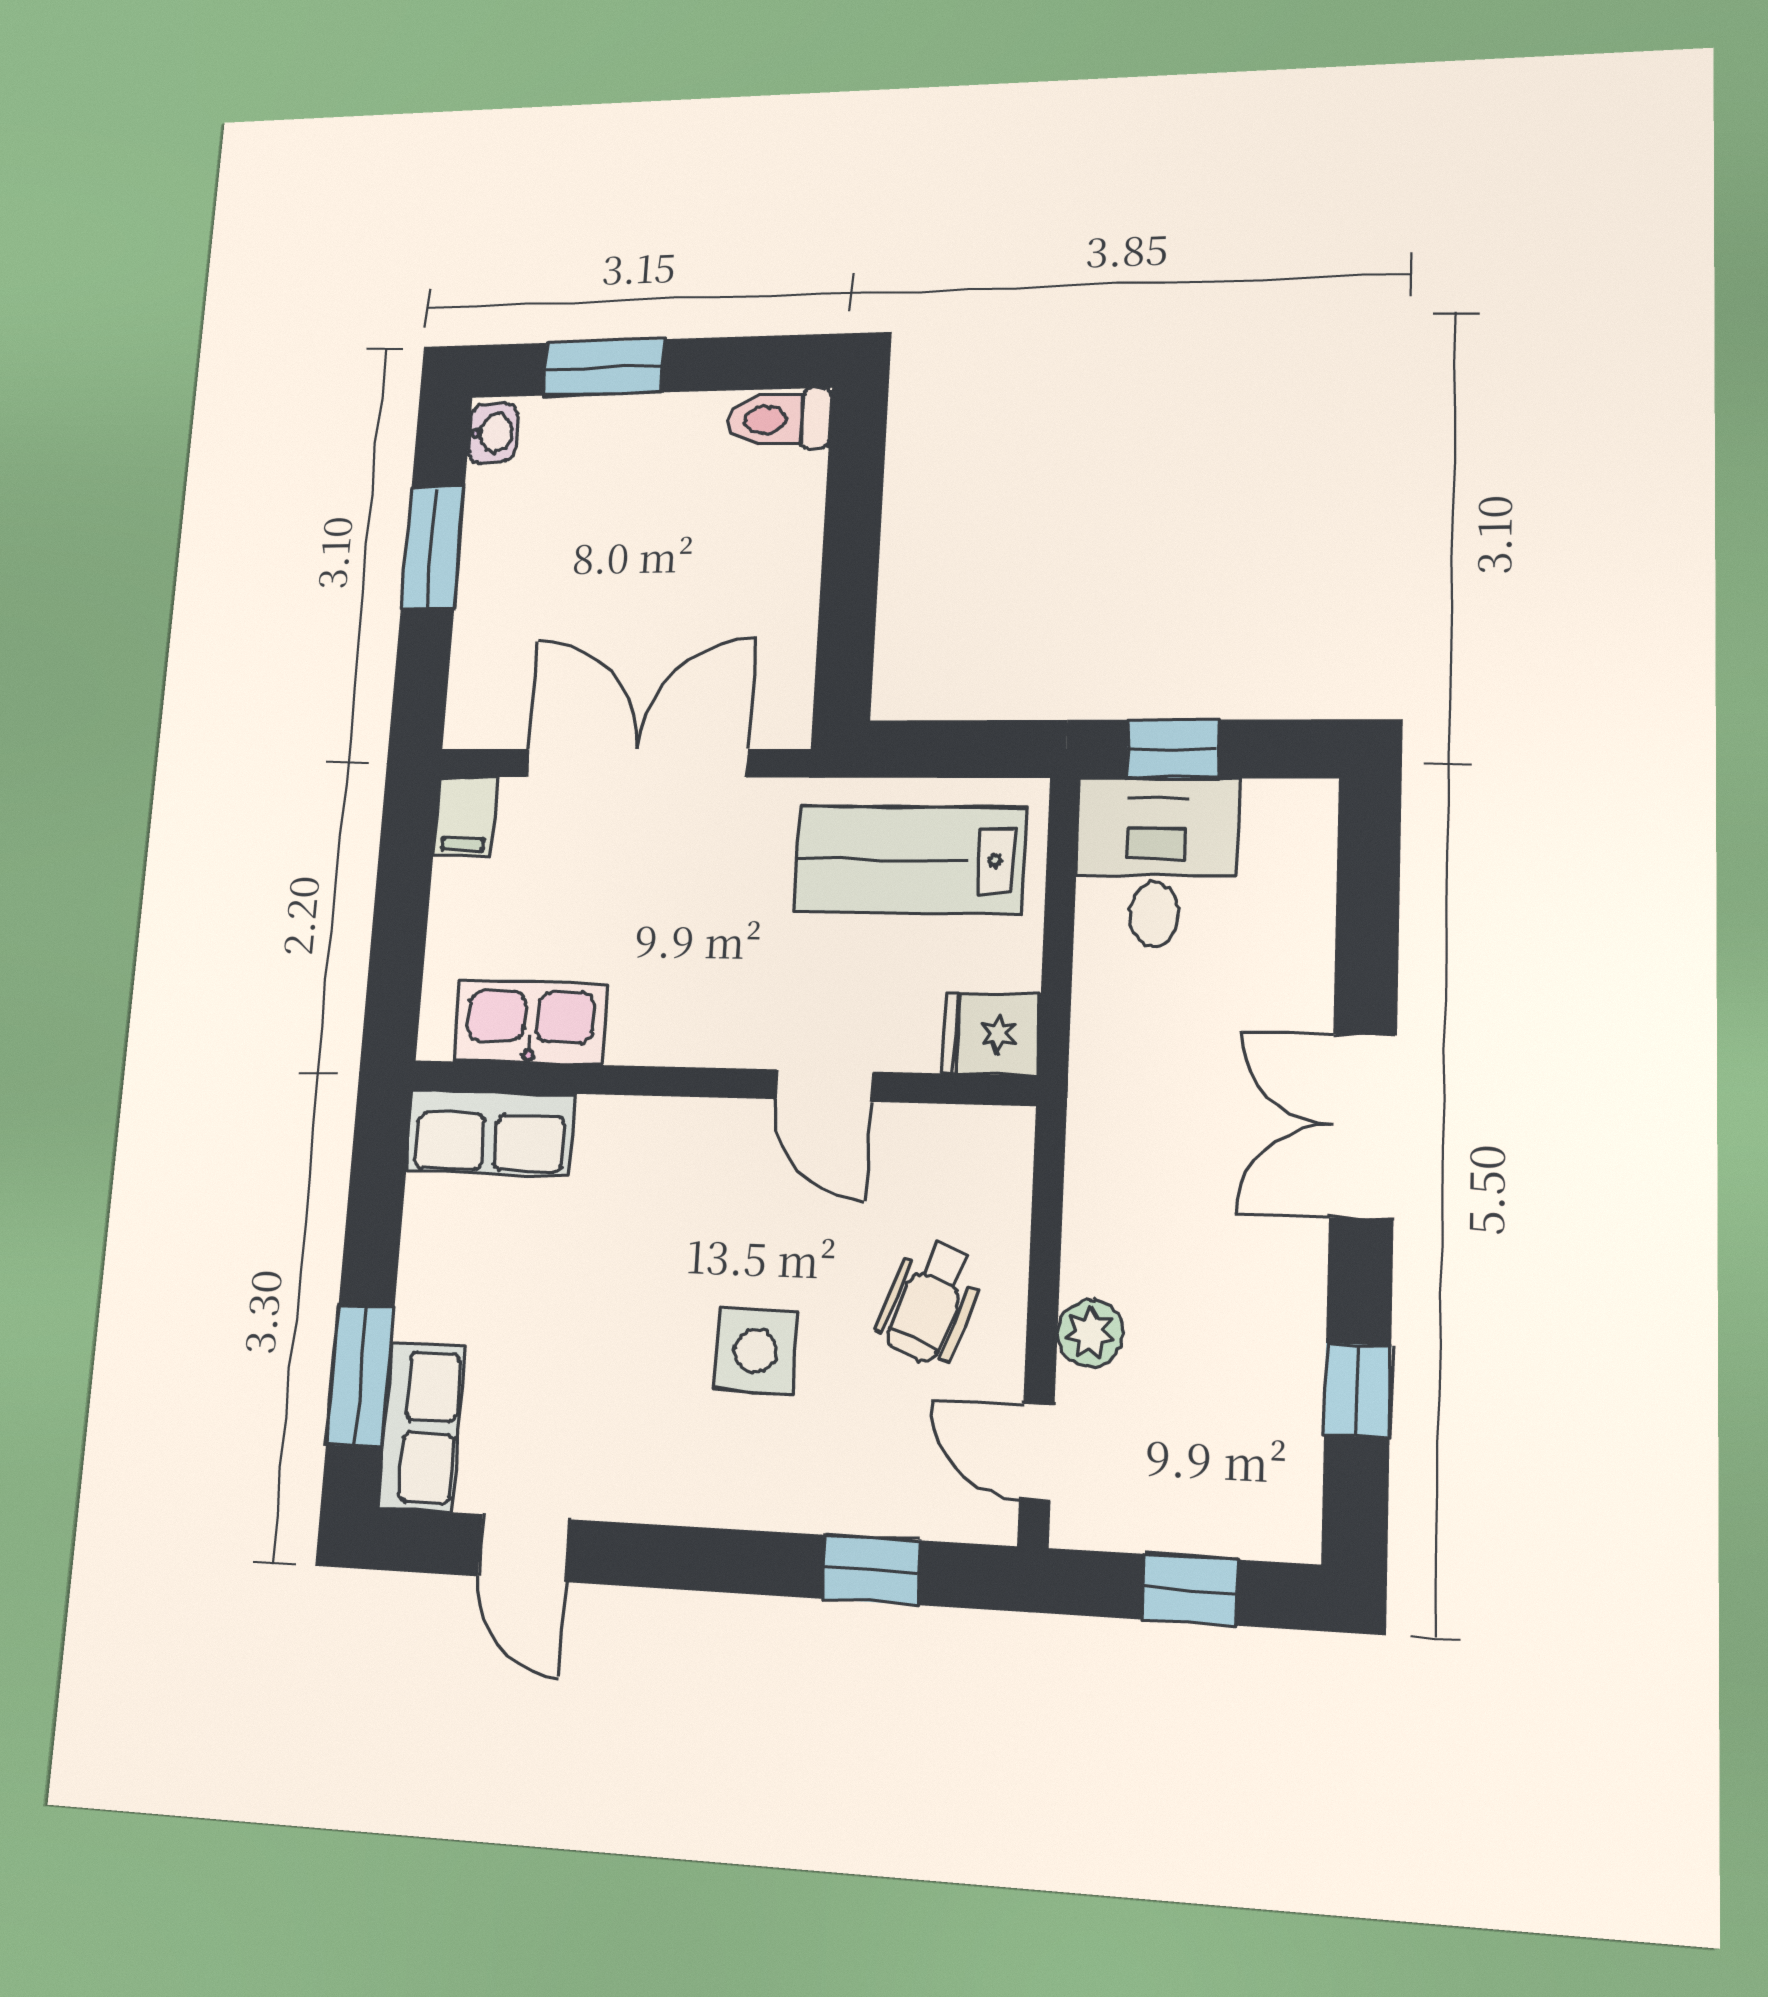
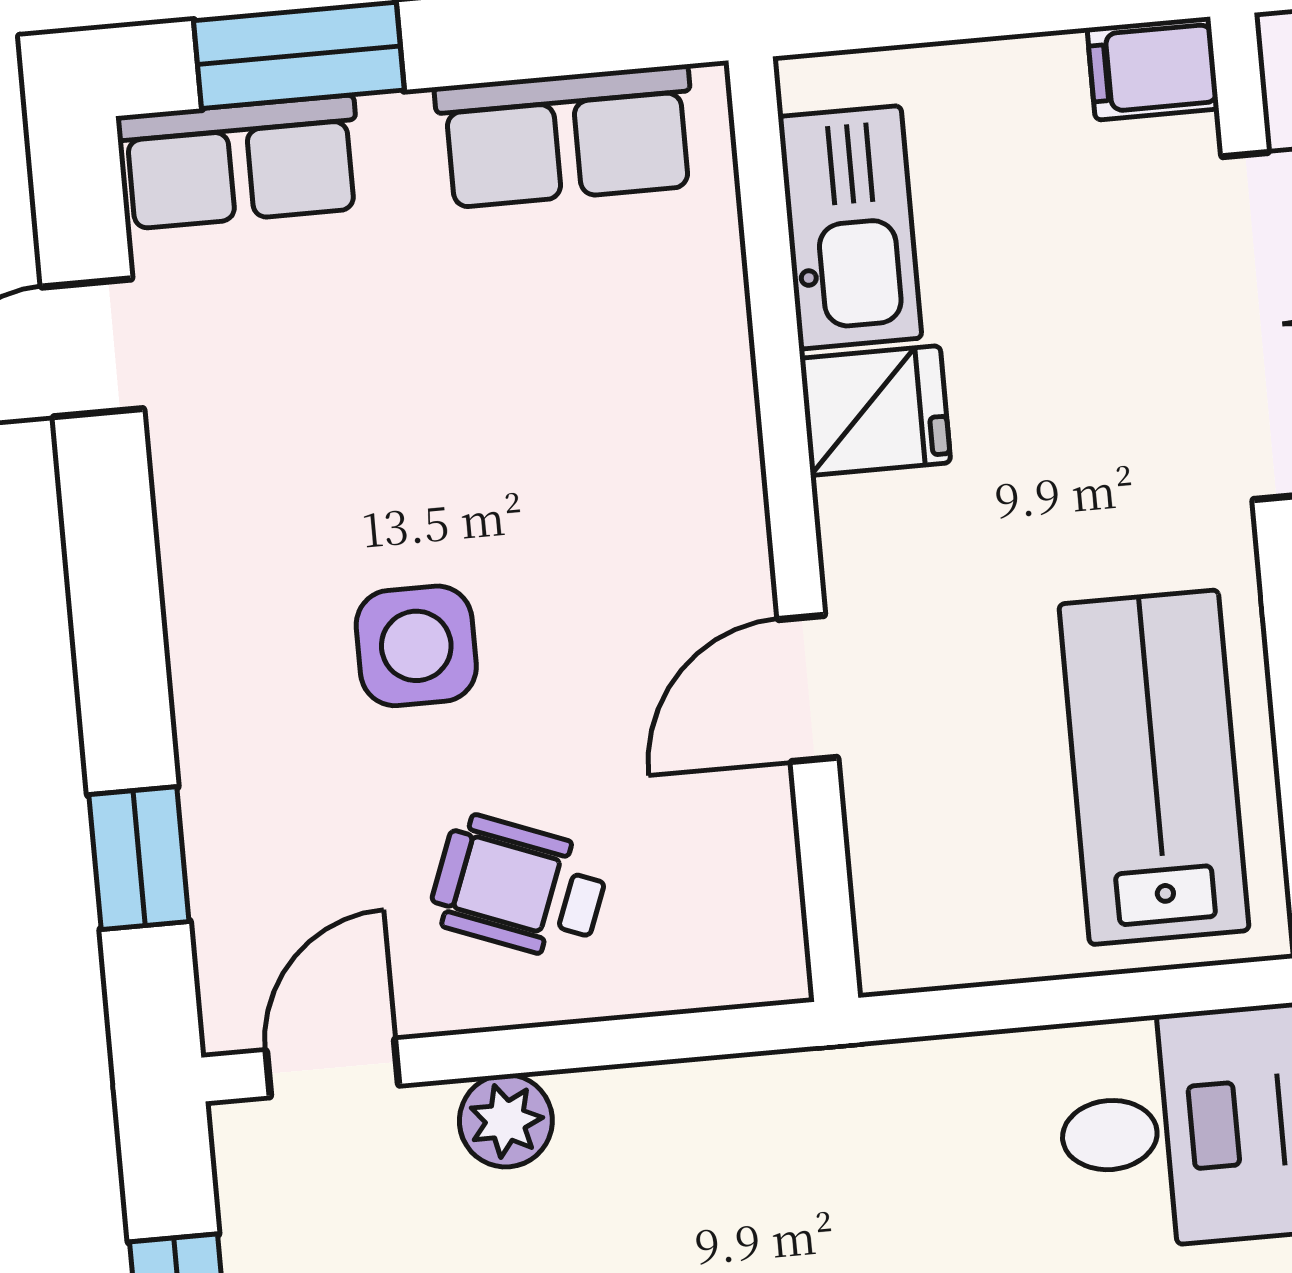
fridge: (991, 1034) -> (875, 410), moved, turned 90
row of seats: (490, 1132) -> (566, 136), moved, turned -90

